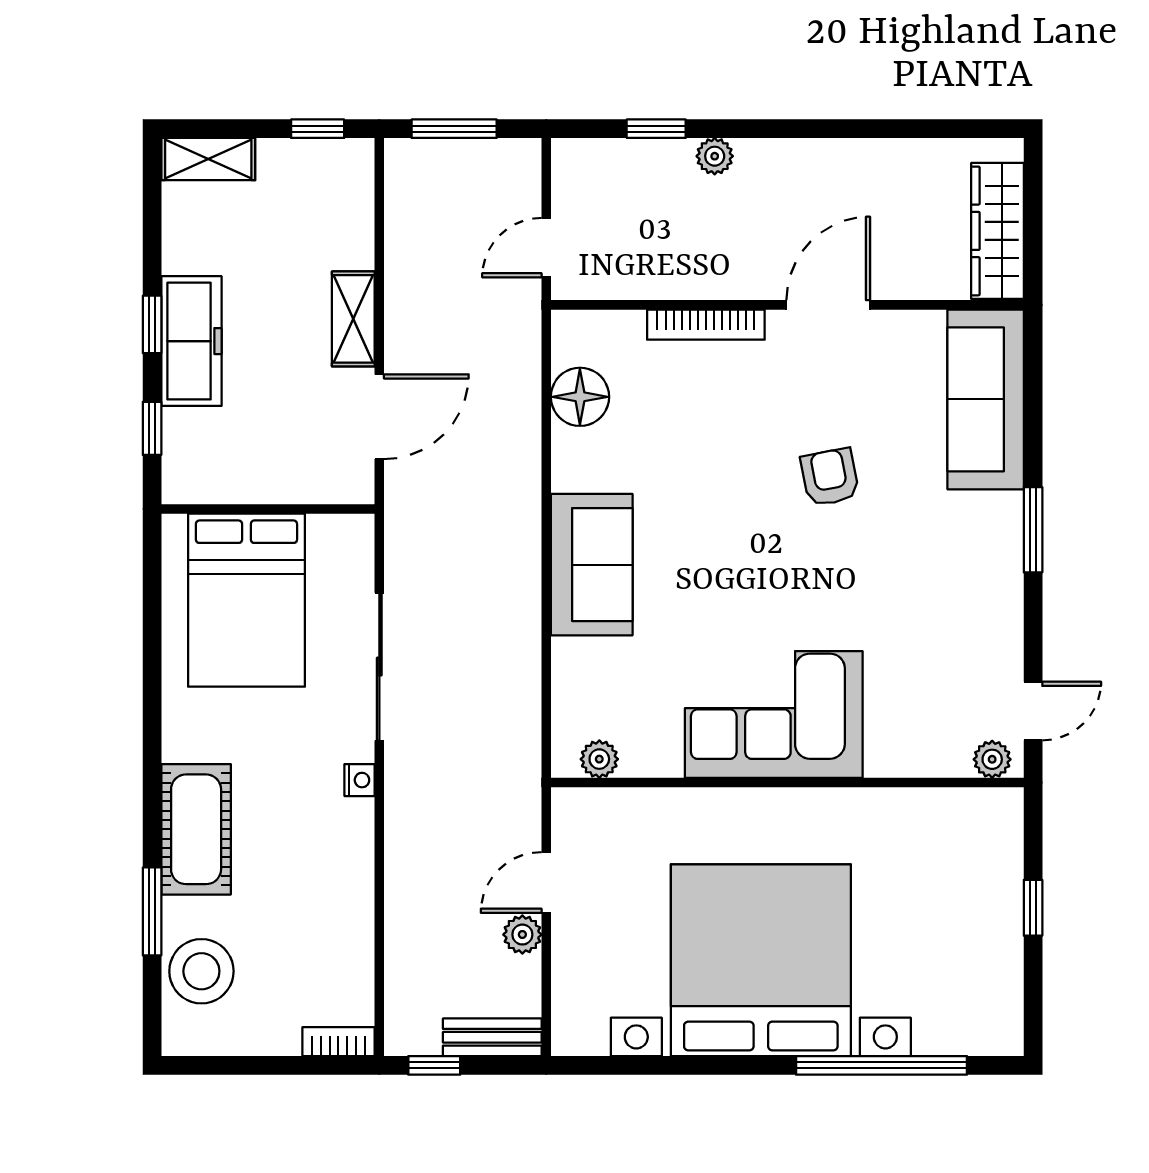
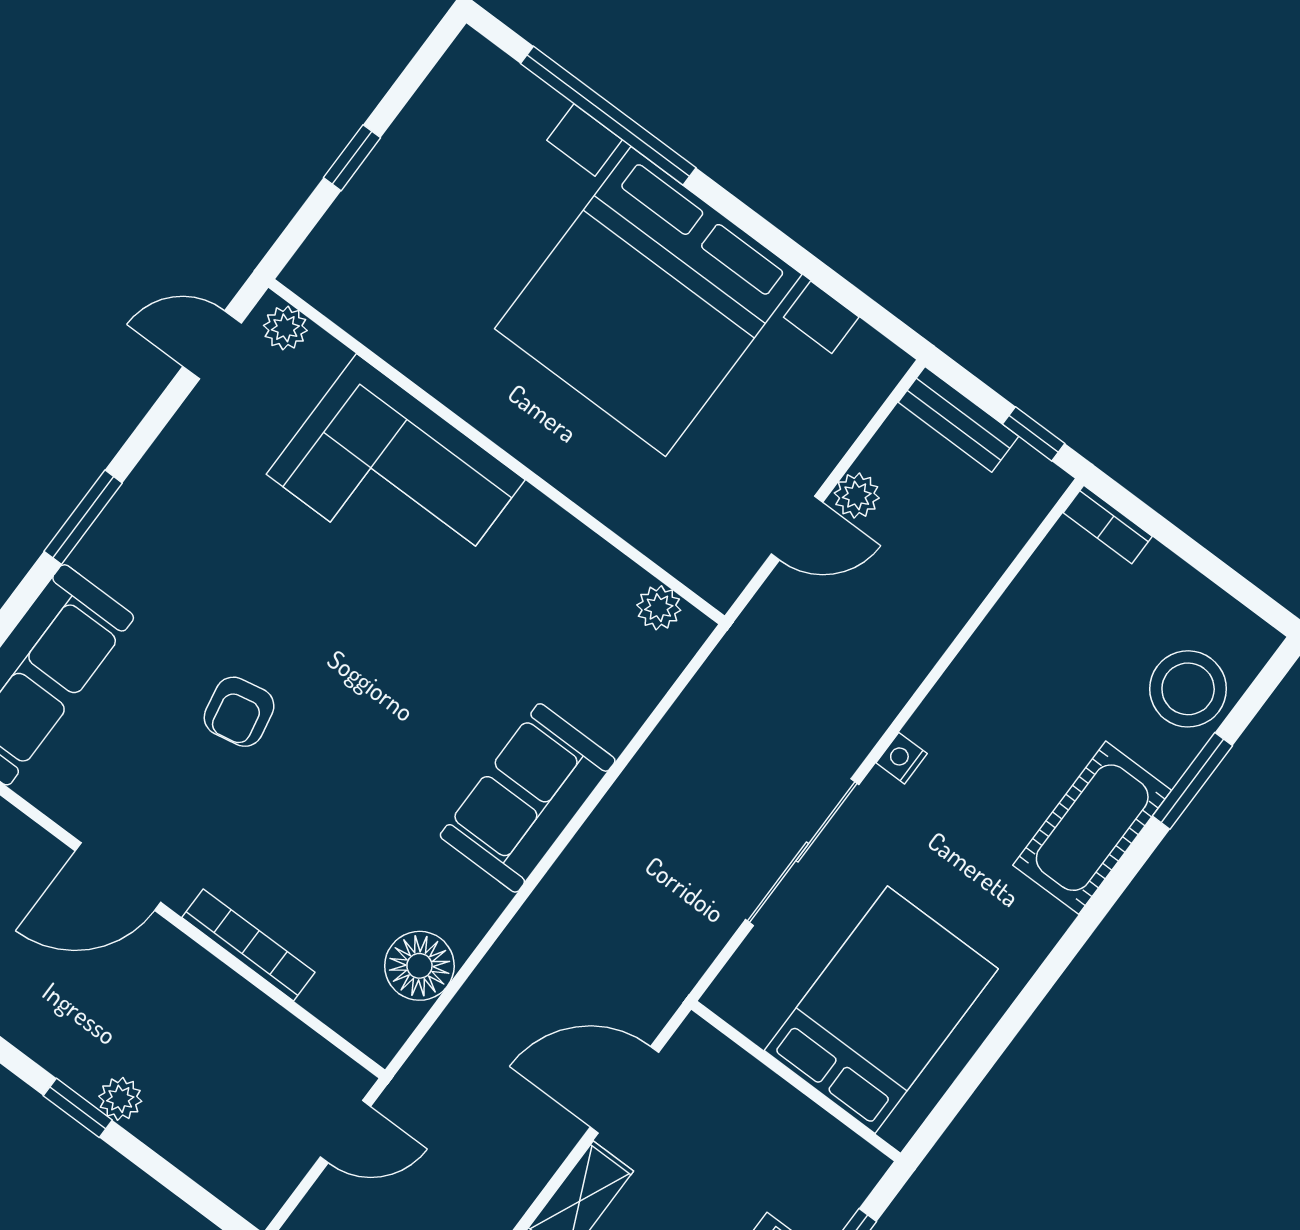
window: (656, 129) -> (78, 1108), moved
corner sofa: (774, 714) -> (396, 477), moved

